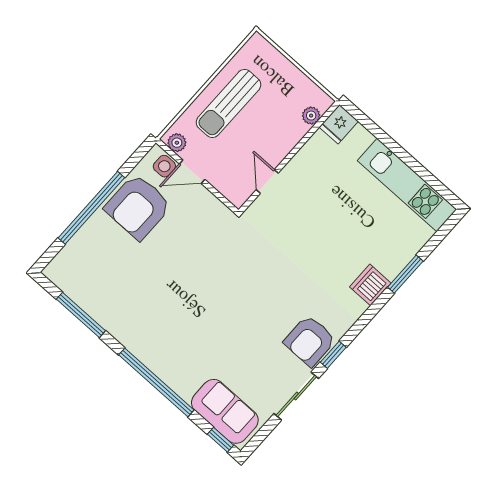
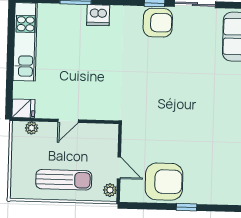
side table: (164, 166) -> (129, 186), removed
door: (267, 181) -> (68, 121), moved
window: (91, 208) -> (186, 207), width x0.32

